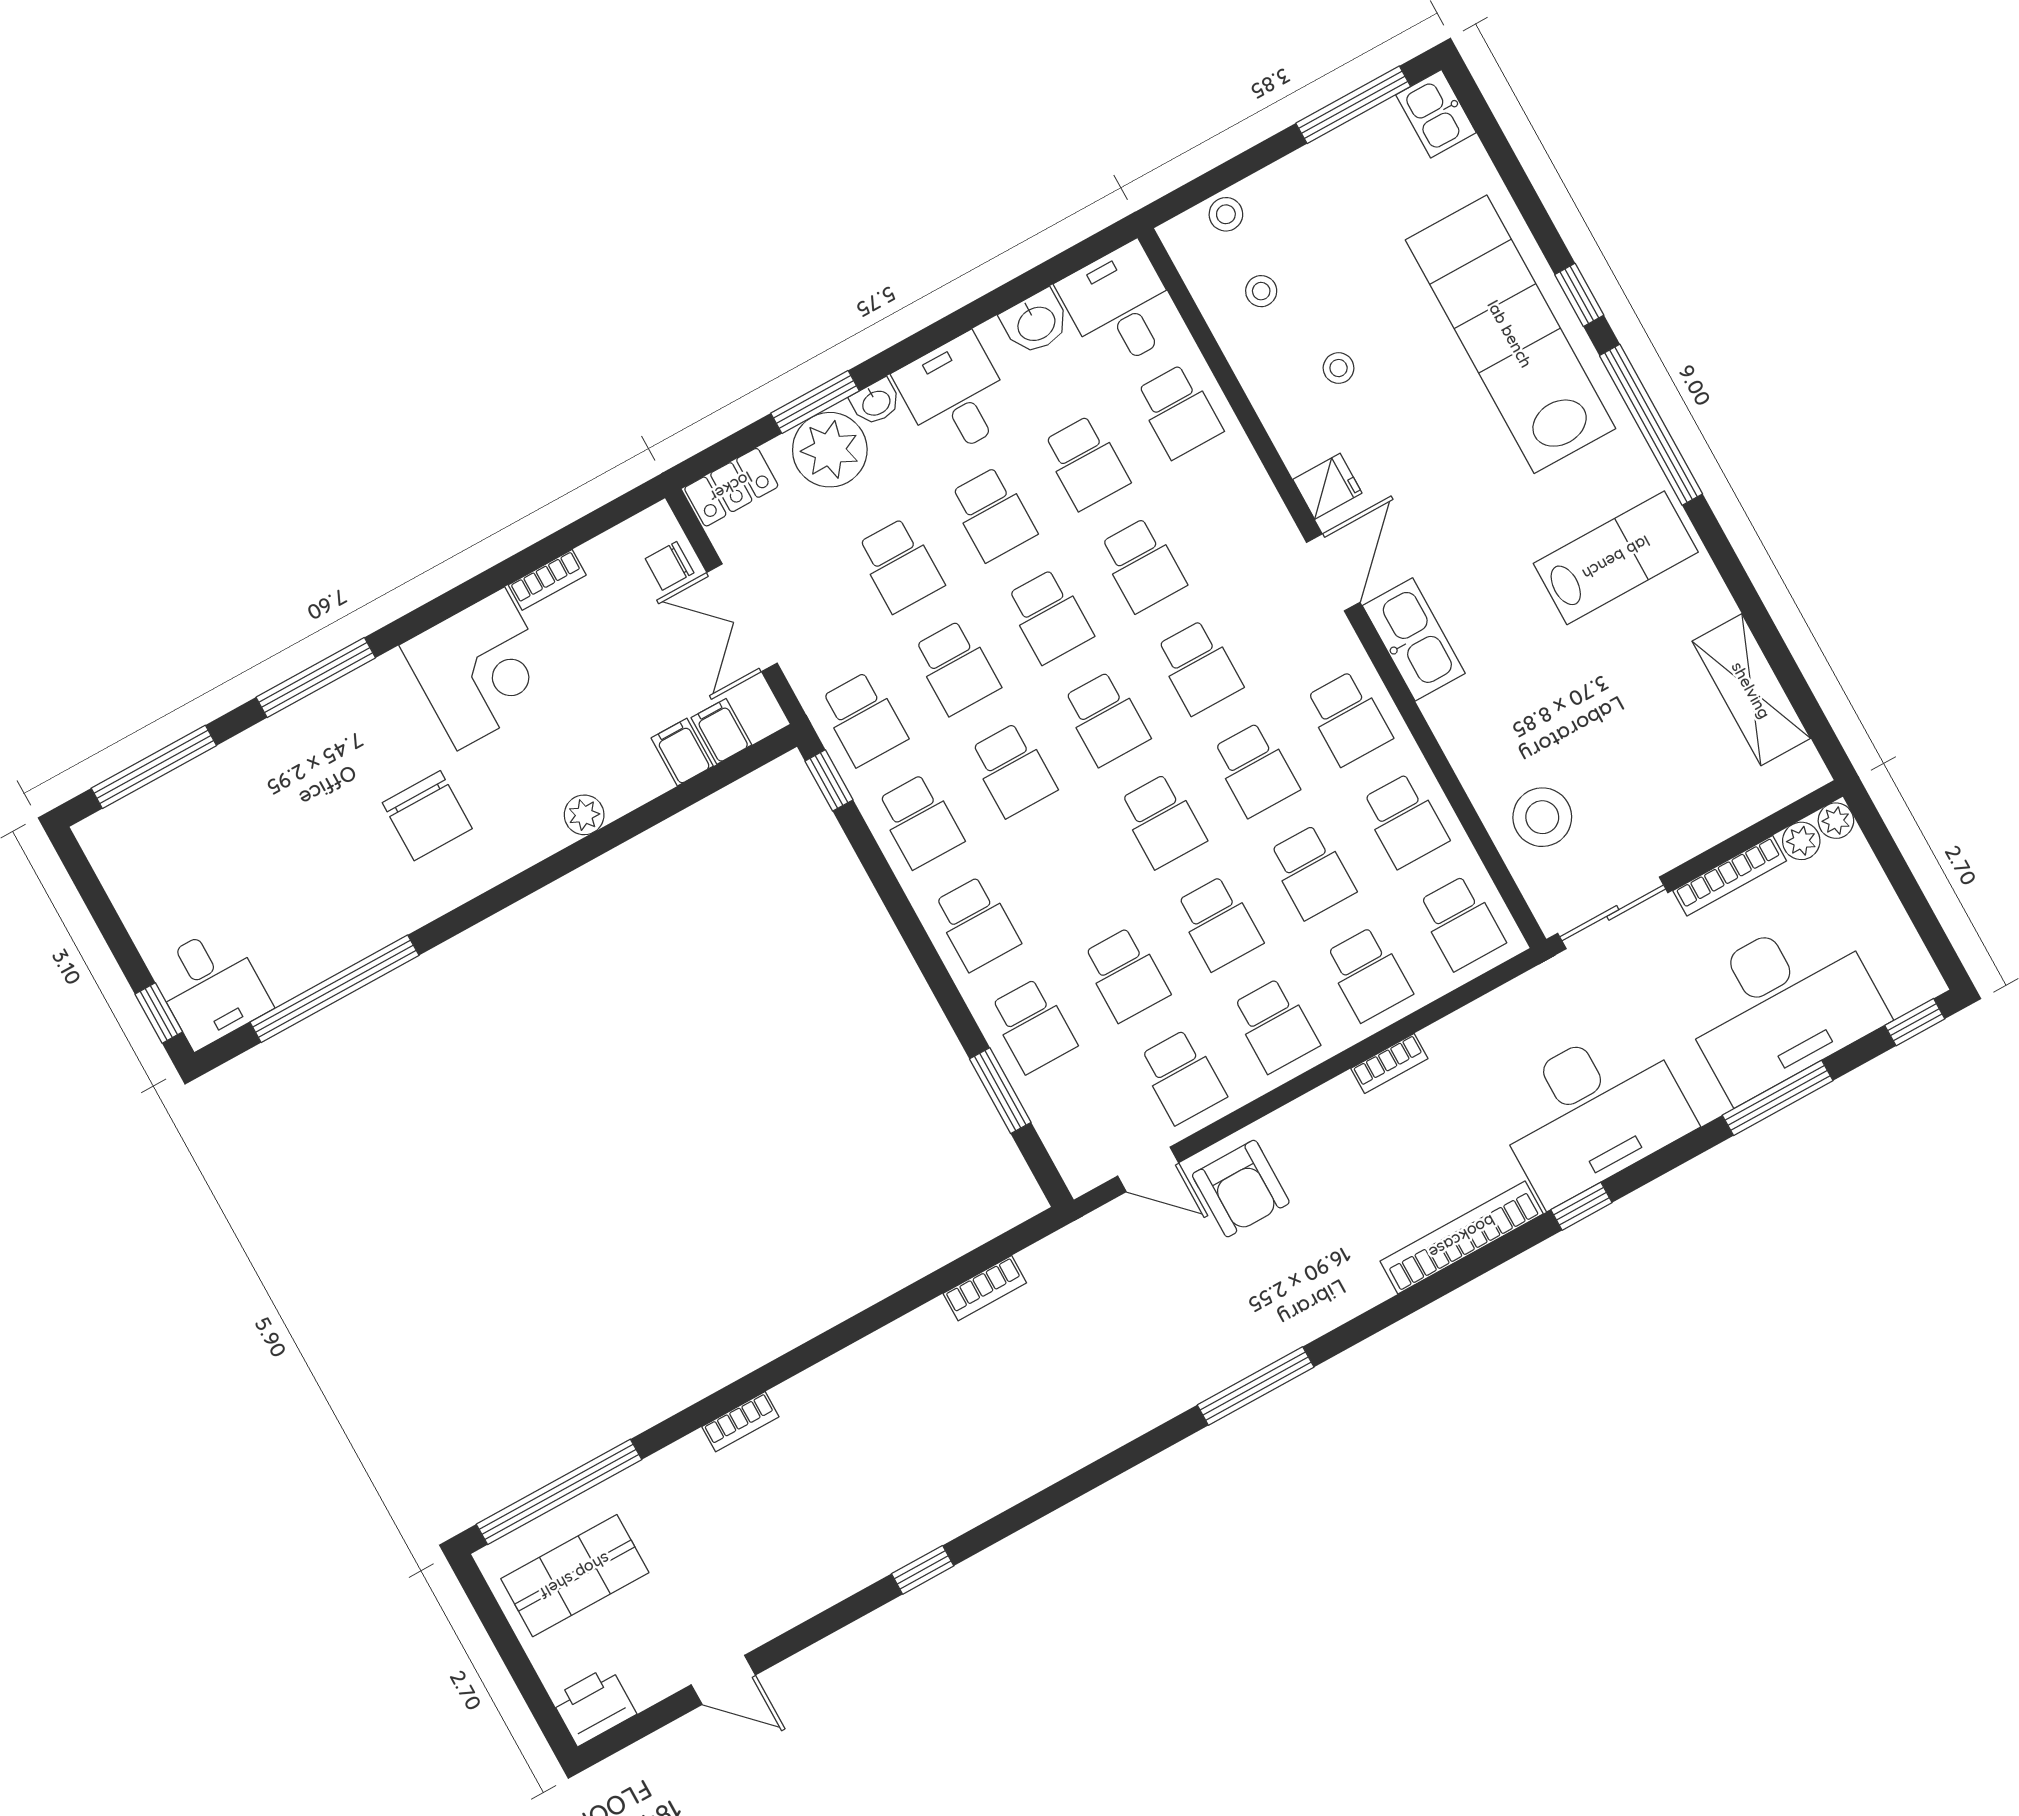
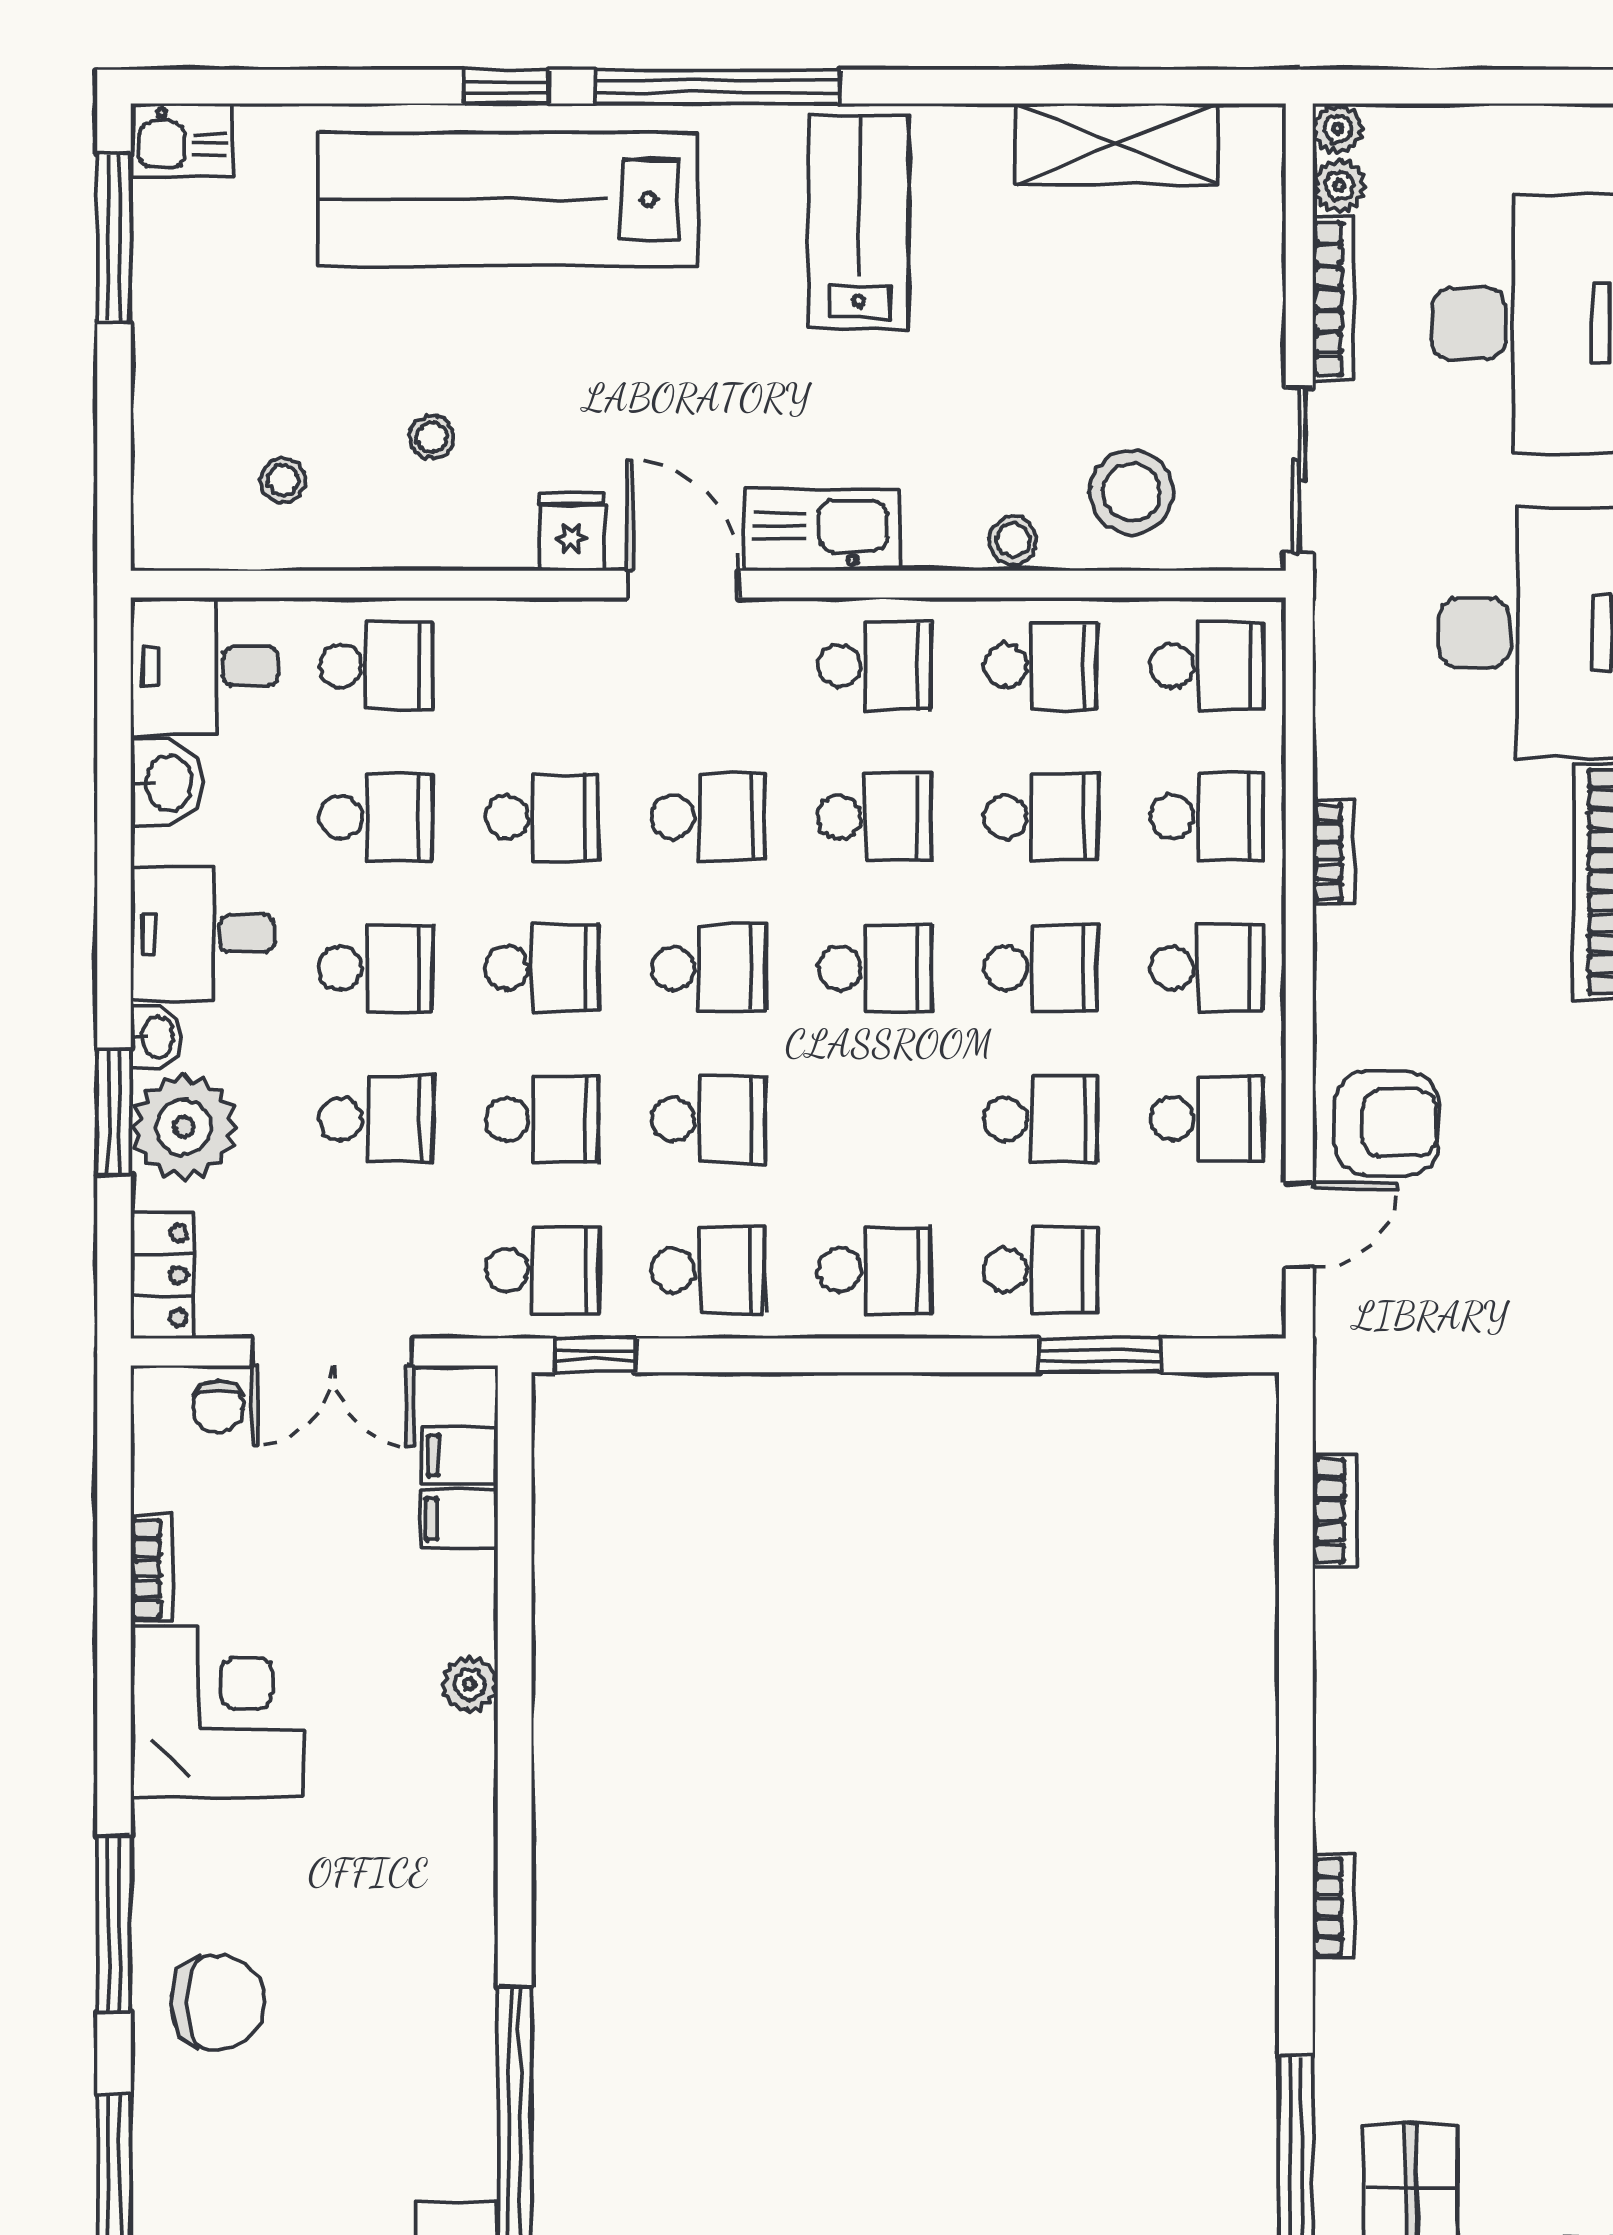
stool: (1226, 214) -> (1013, 540), moved
chair: (427, 816) -> (218, 2003), moved

